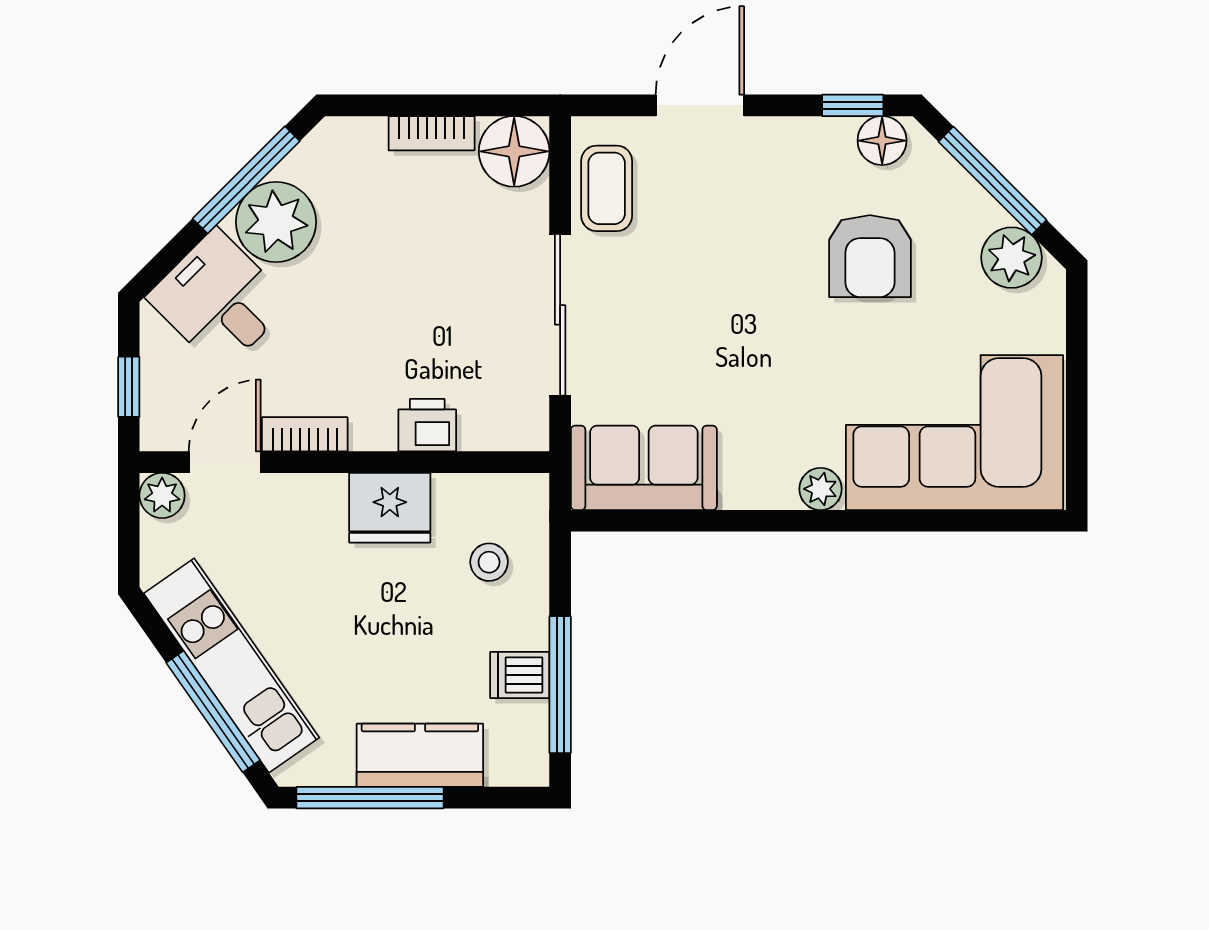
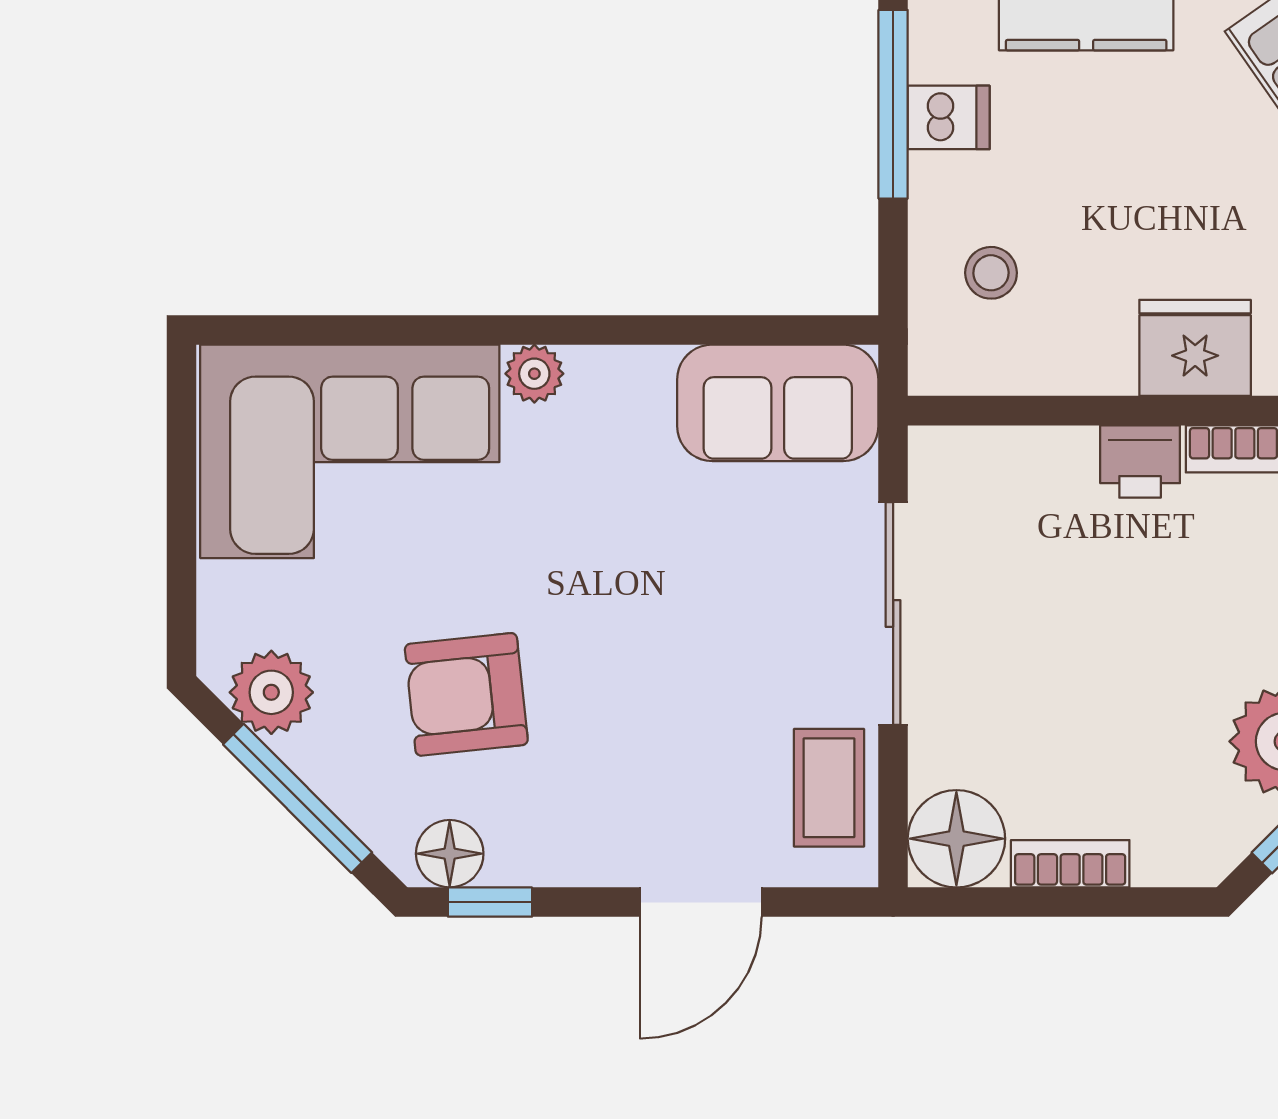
armchair: (870, 256) -> (466, 694), turned -96
printer: (427, 425) -> (1140, 462), moved
fridge: (390, 508) -> (1195, 348), moved

